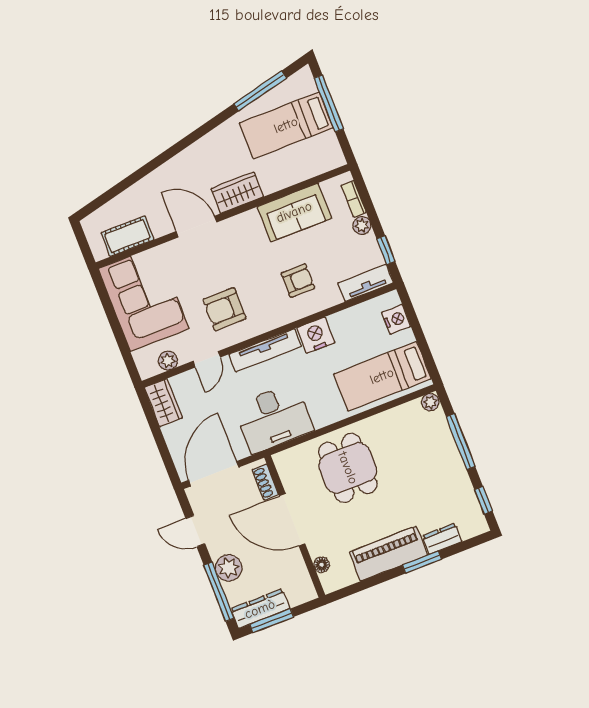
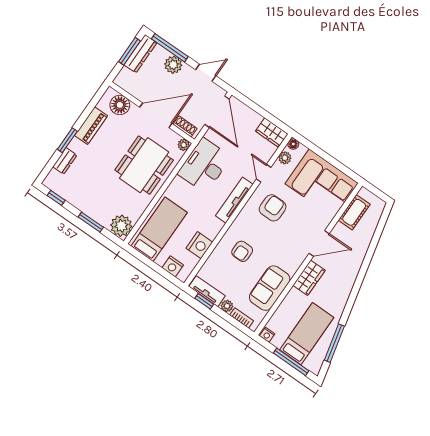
nightstand: (336, 157) -> (267, 335), added
tv unit: (366, 283) -> (207, 291), moved, turned -90
nightstand: (316, 335) -> (199, 245), moved
floor lamp: (146, 371) -> (293, 144), added
plant: (430, 402) -> (121, 226), width x1.88, depth x1.88
window: (461, 442) -> (91, 222), width x0.69
plant: (282, 460) -> (184, 145), added
dining table: (348, 468) -> (144, 165), width x1.37
piano: (388, 554) -> (91, 126), width x0.73, depth x0.75
floor lamp: (322, 565) -> (120, 105), width x1.89, depth x1.89

